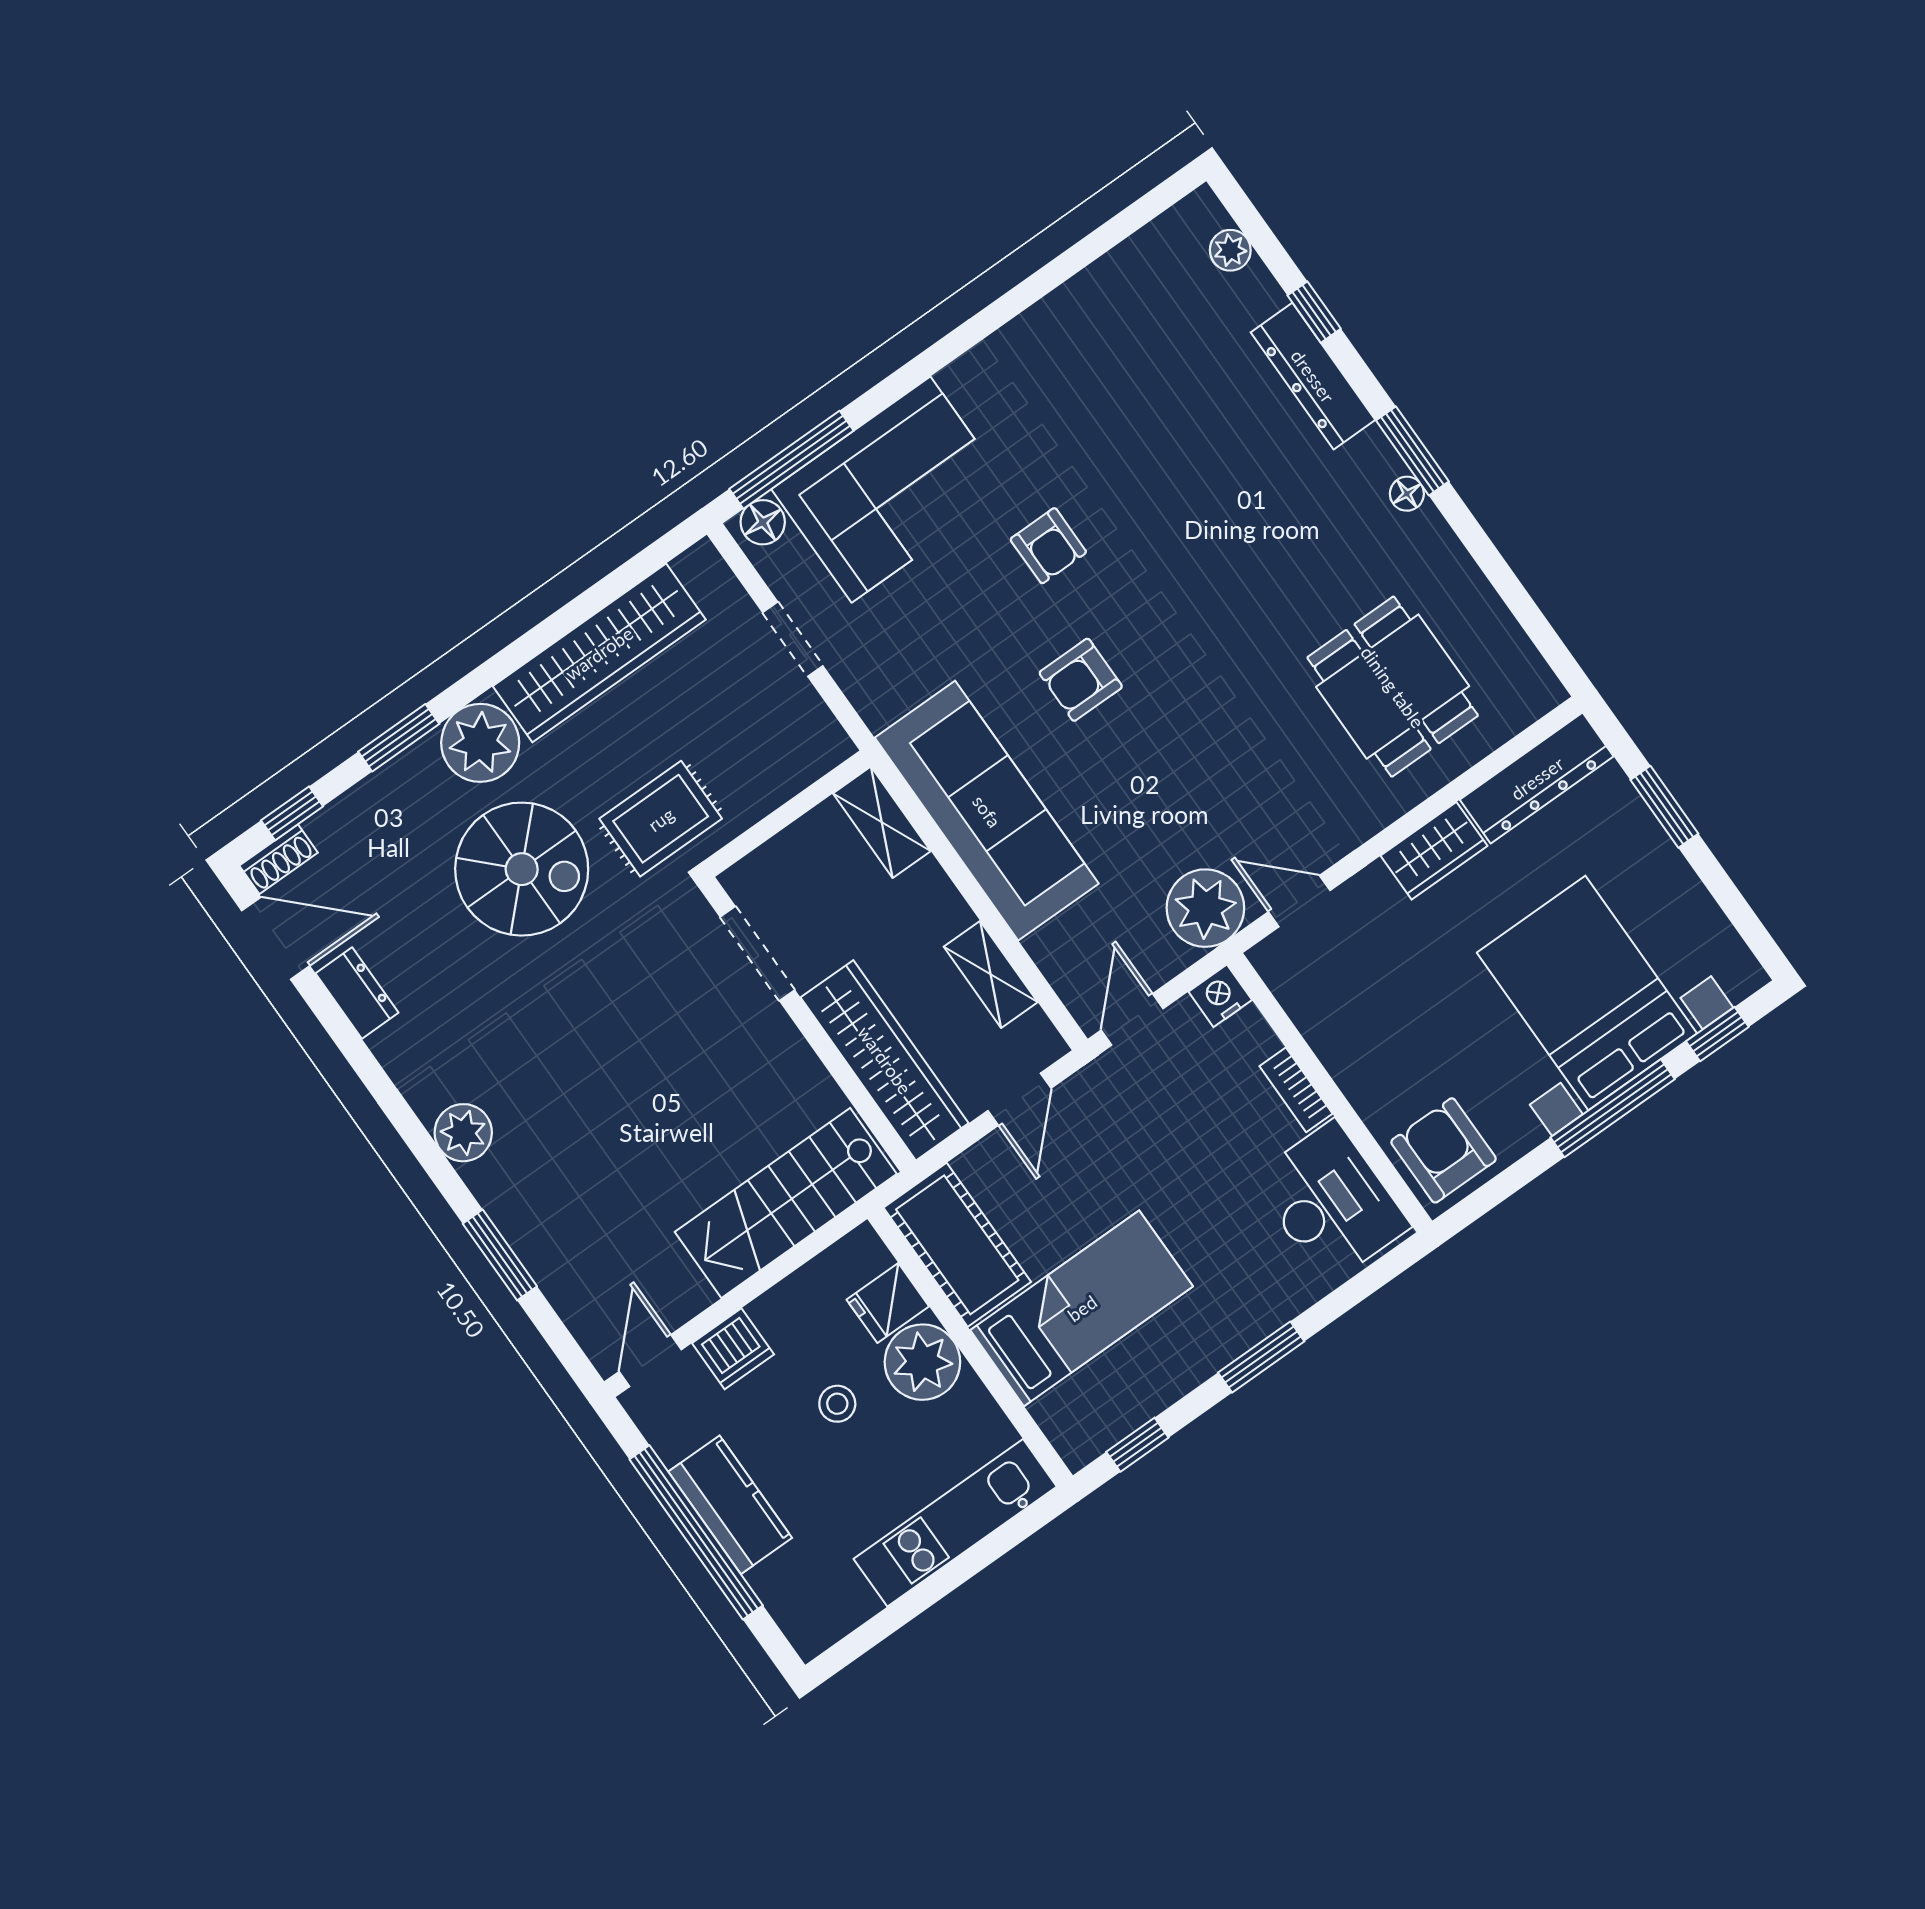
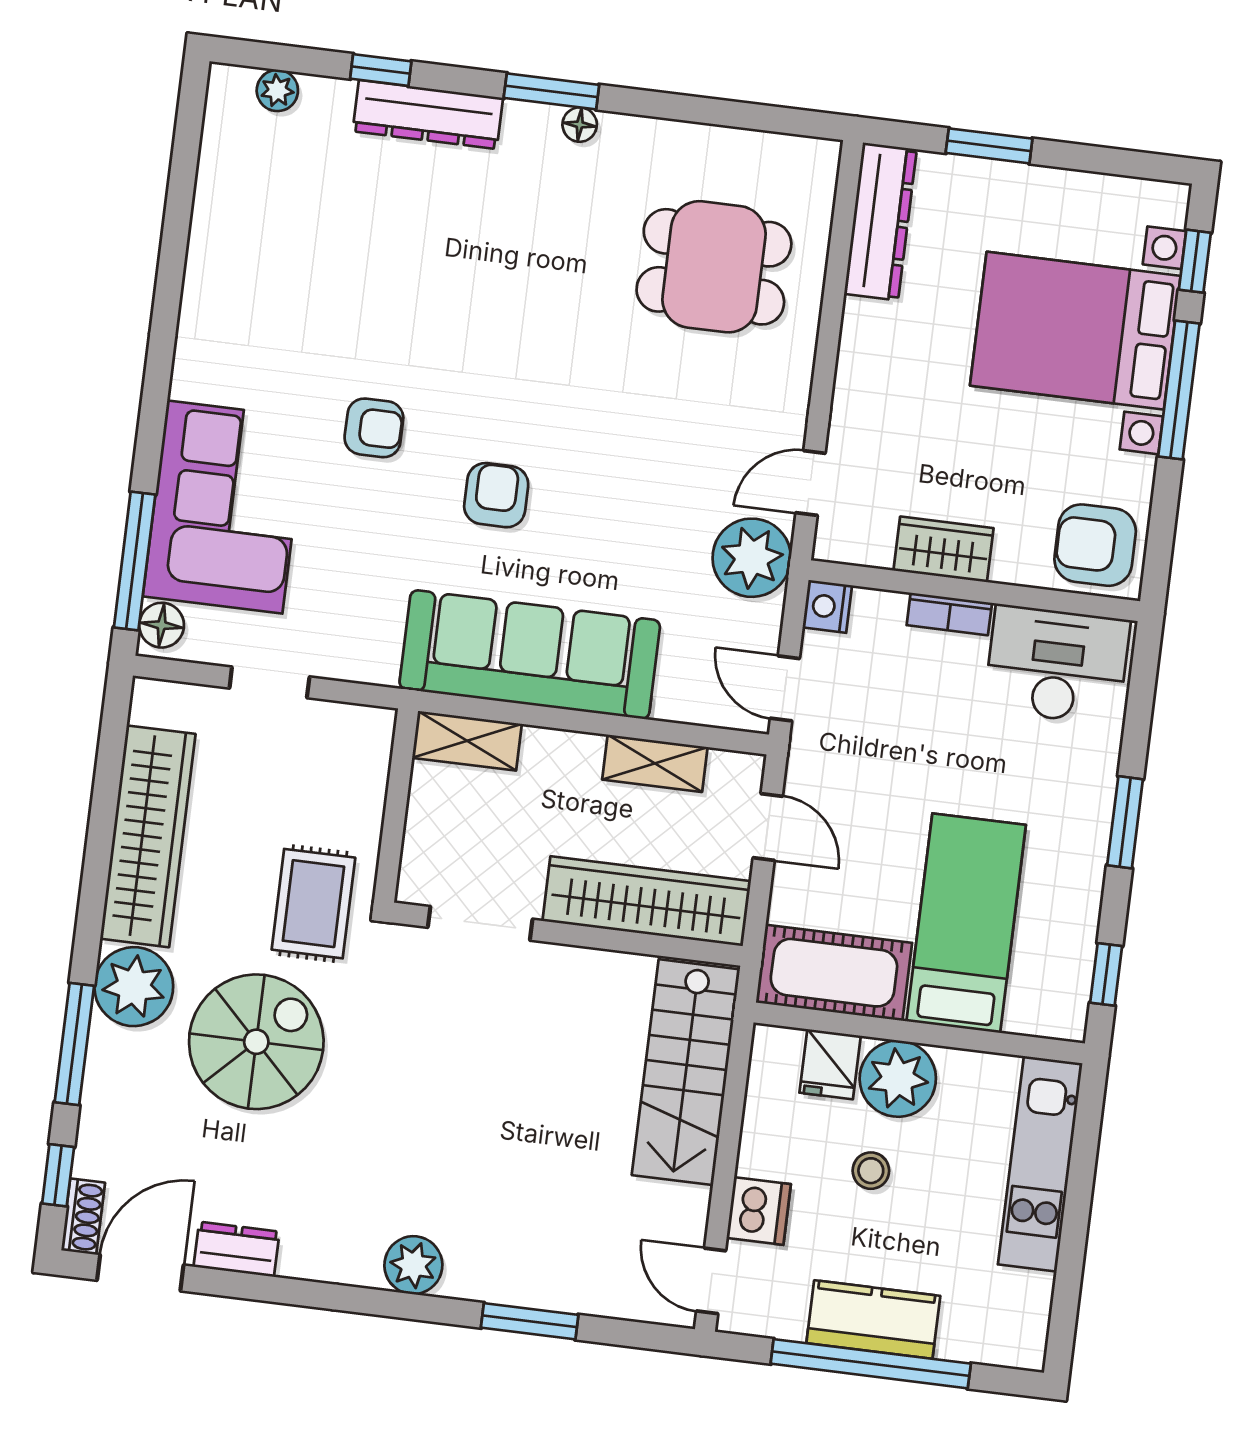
armchair: (1081, 680) -> (496, 495), turned 180
window: (399, 738) -> (74, 1044), width x1.44
wardrobe: (1434, 851) -> (944, 549), moved, turned -90

